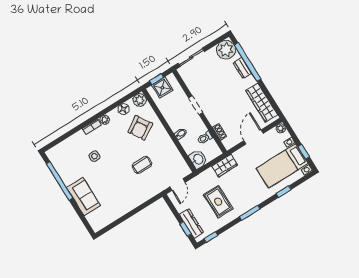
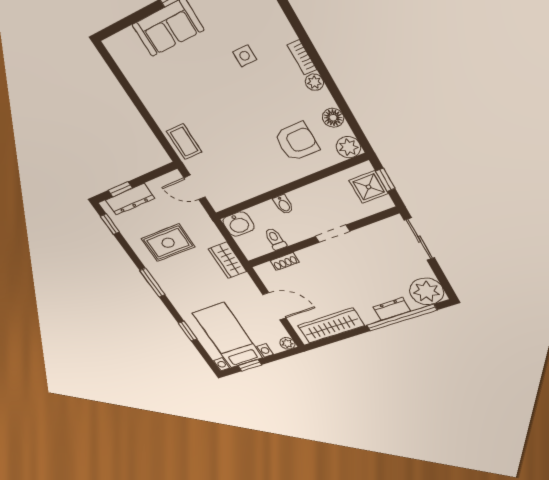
armchair: (140, 128) -> (297, 142), turned 122
coffee table: (142, 165) -> (184, 142), moved

